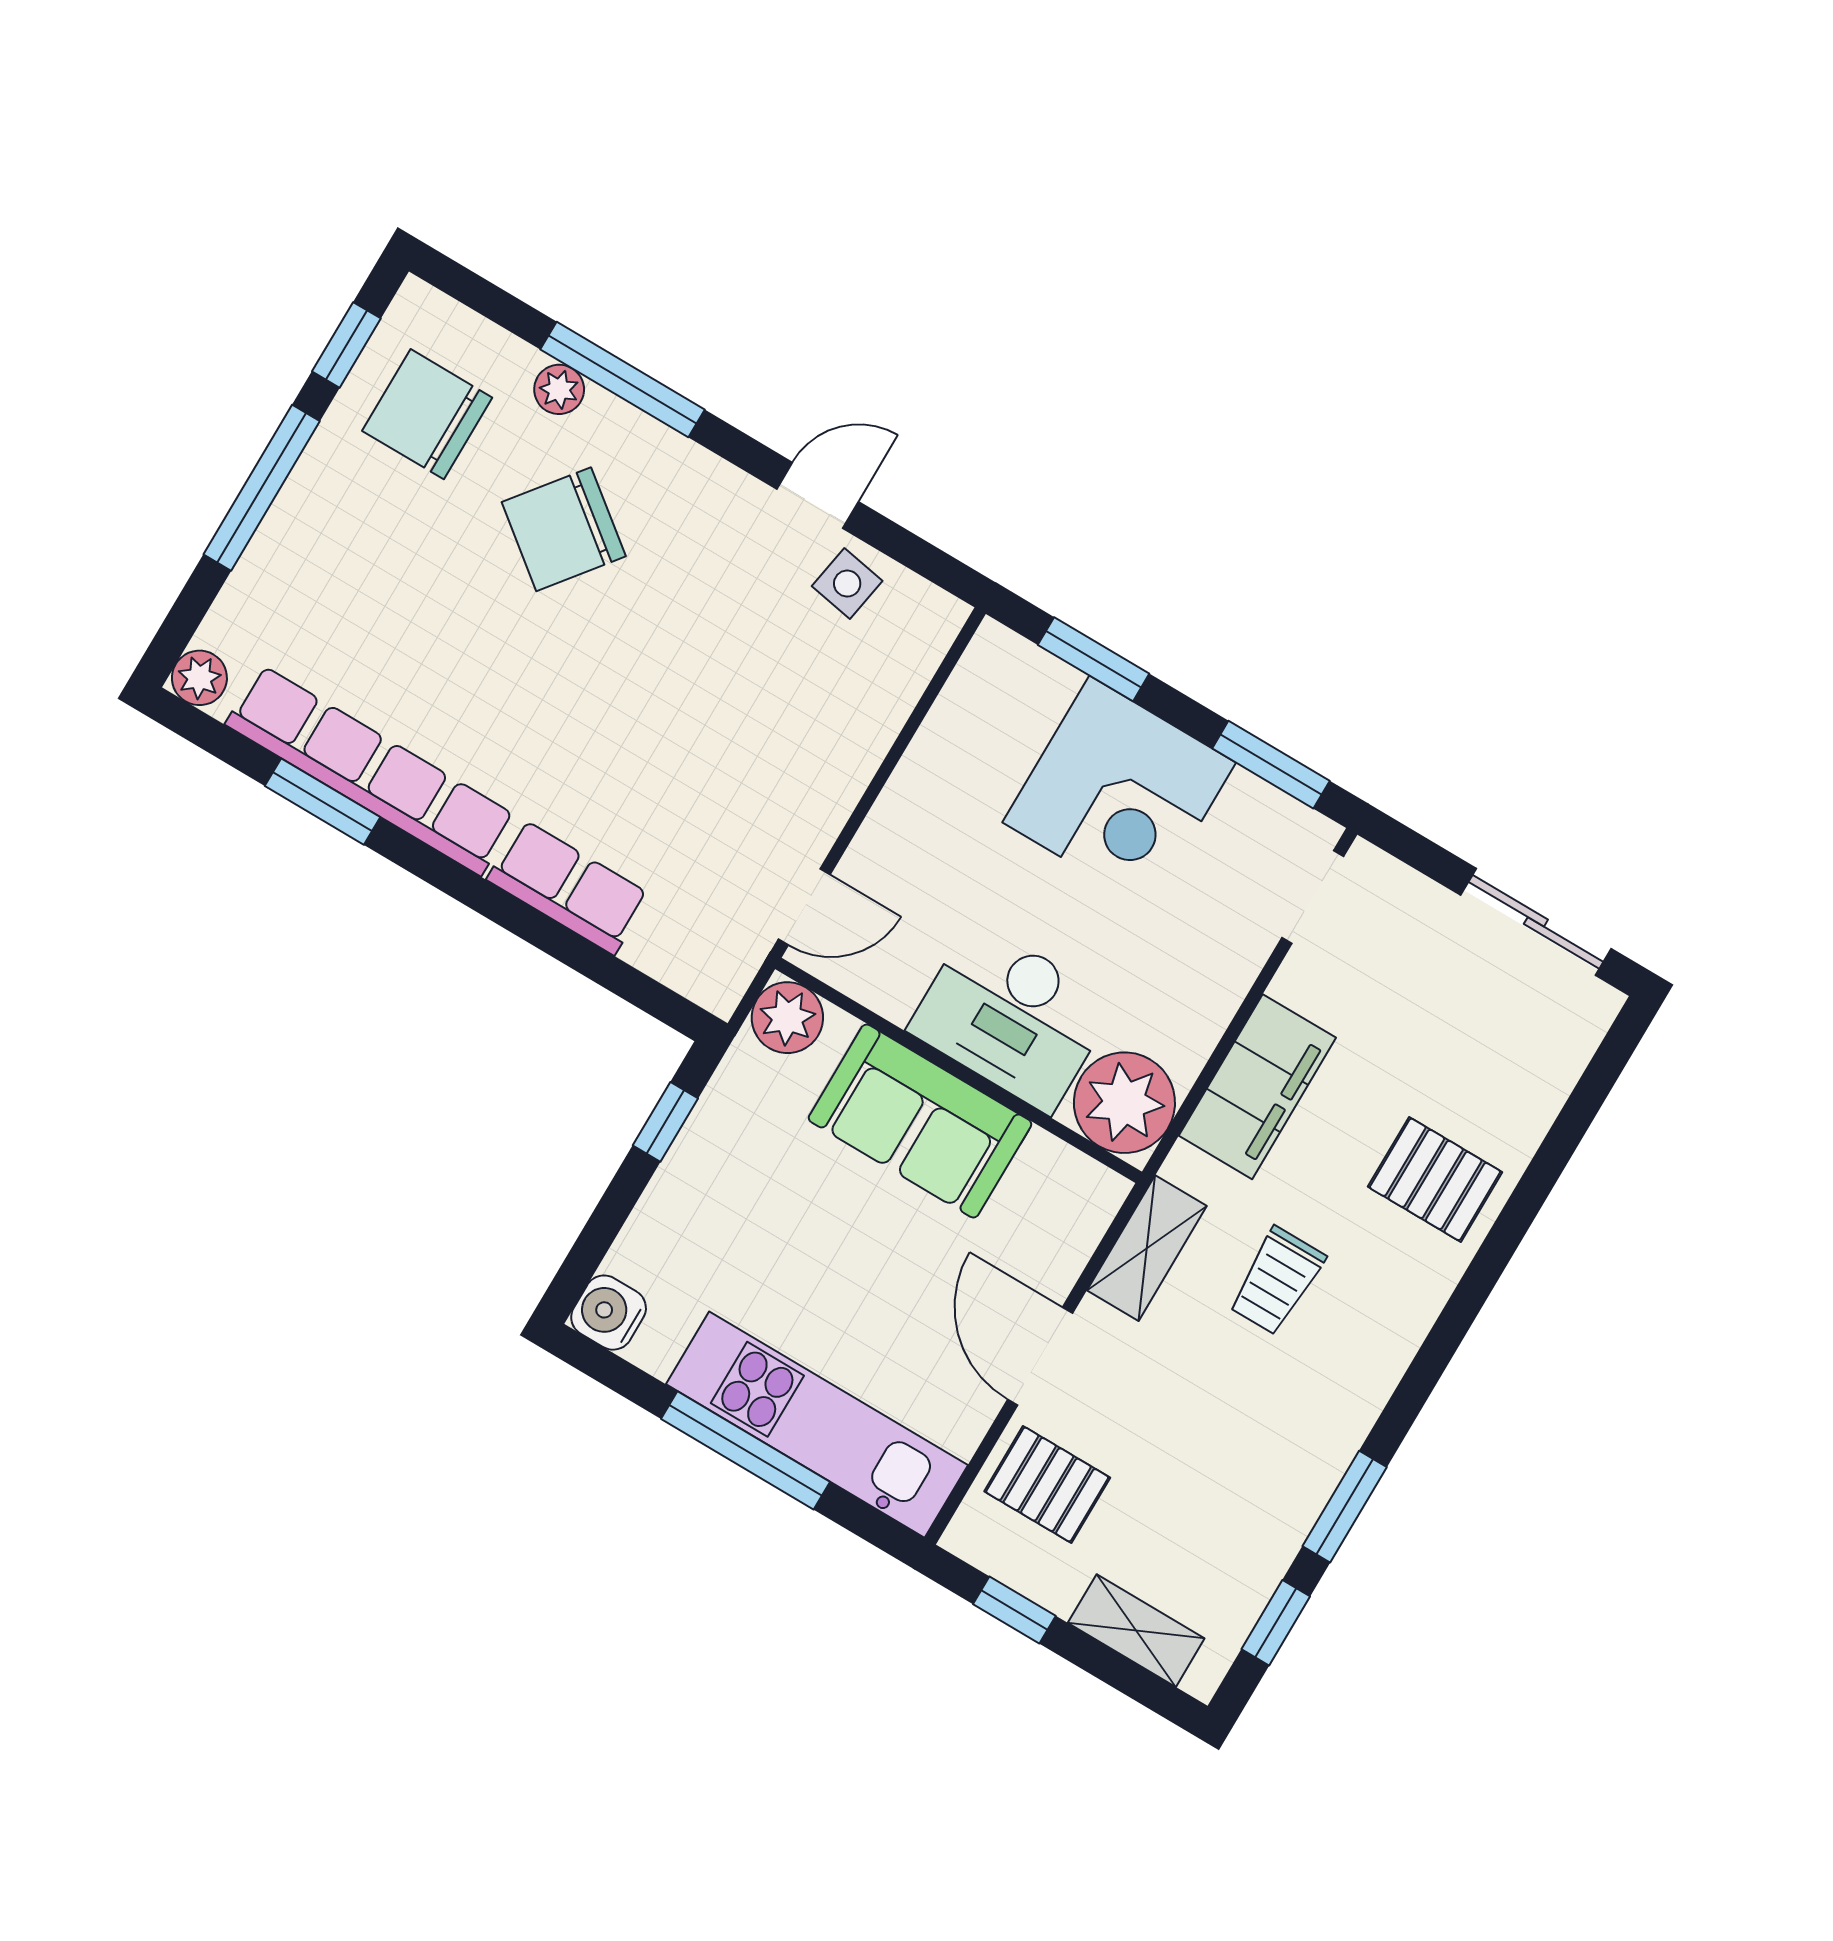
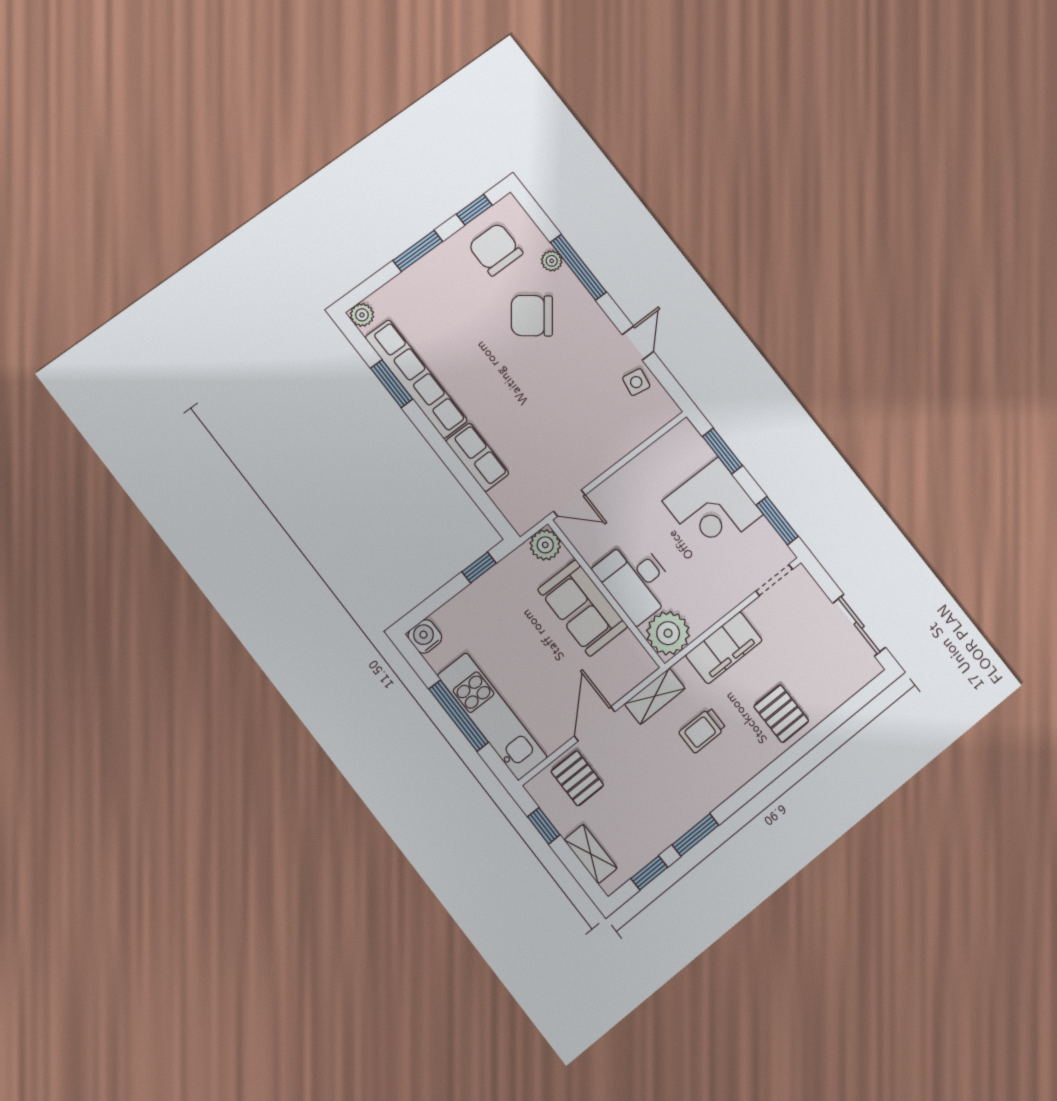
window: (262, 488) -> (418, 251), width x0.69
door: (818, 495) -> (638, 343), hinge flipped

